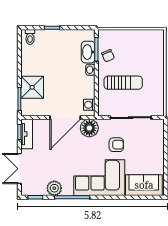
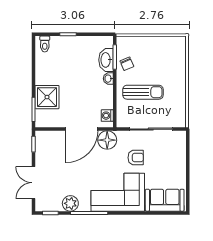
tv unit: (27, 134) -> (41, 146), removed

